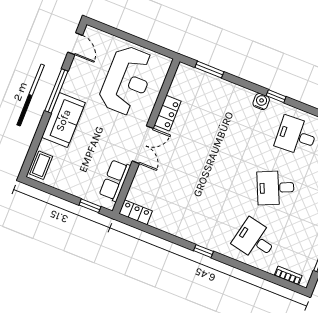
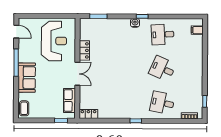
desk: (276, 188) -> (162, 69), turned 48

